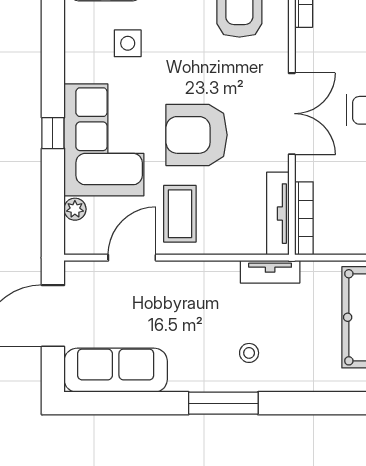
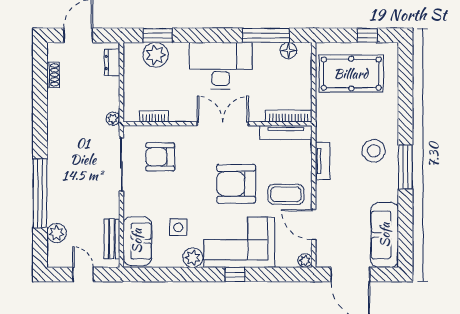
plant: (79, 66) -> (193, 258), added
armchair: (197, 135) -> (236, 184), turned 90
plant: (75, 209) -> (305, 261), moved
tv unit: (270, 272) -> (323, 161), moved
stool: (249, 353) -> (374, 151), width x1.89, depth x1.89

